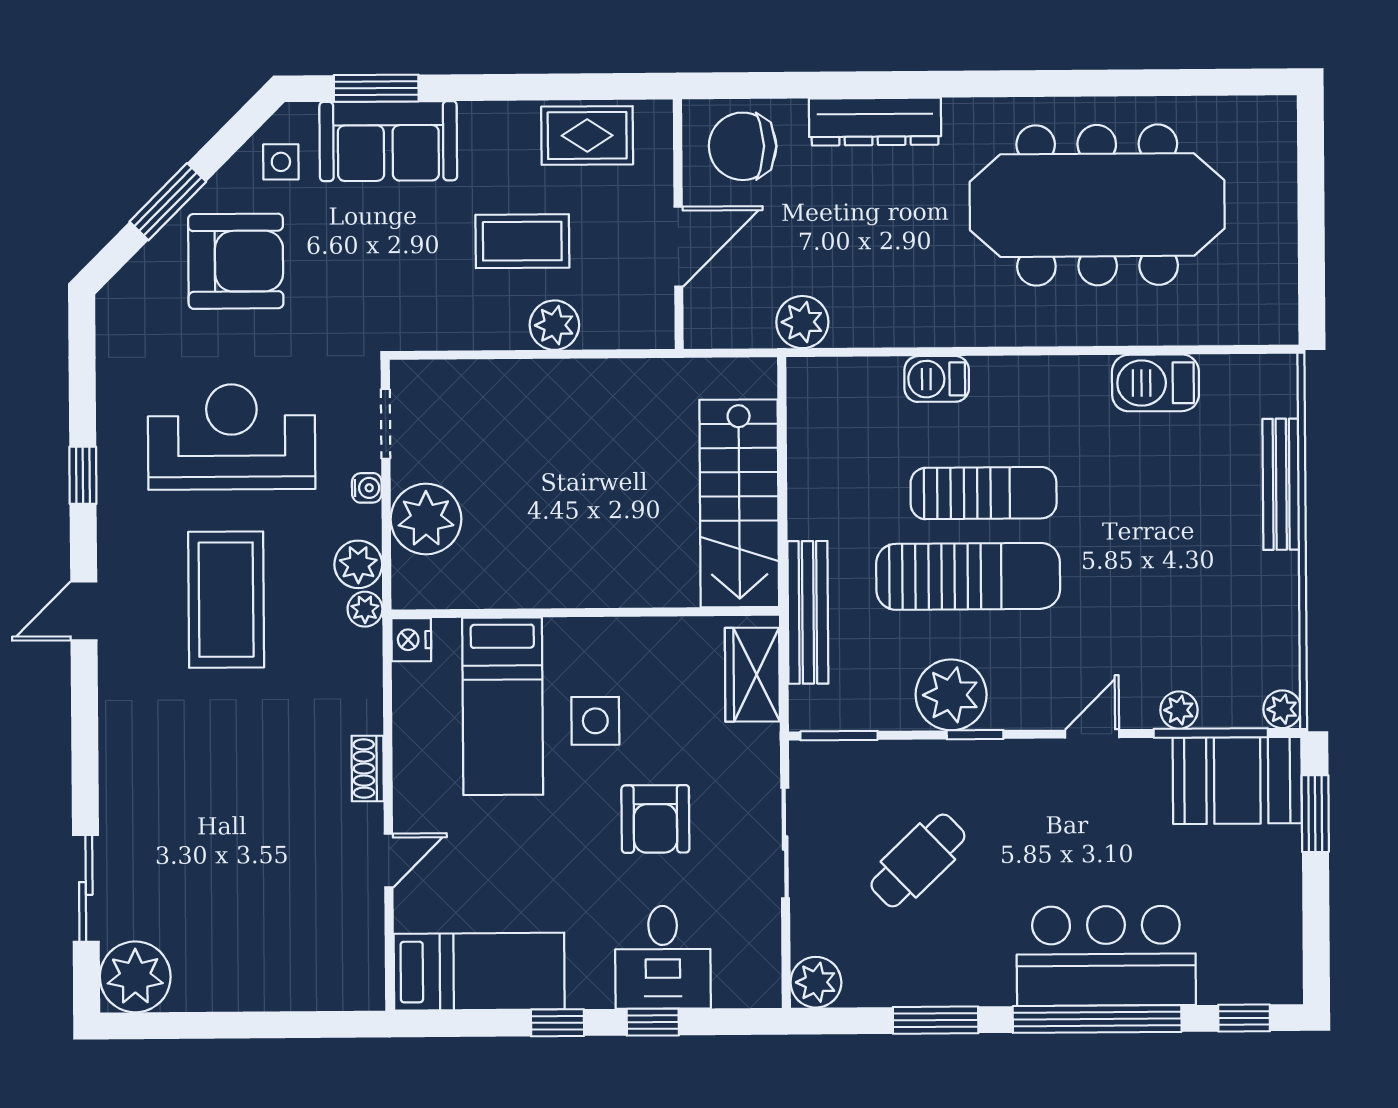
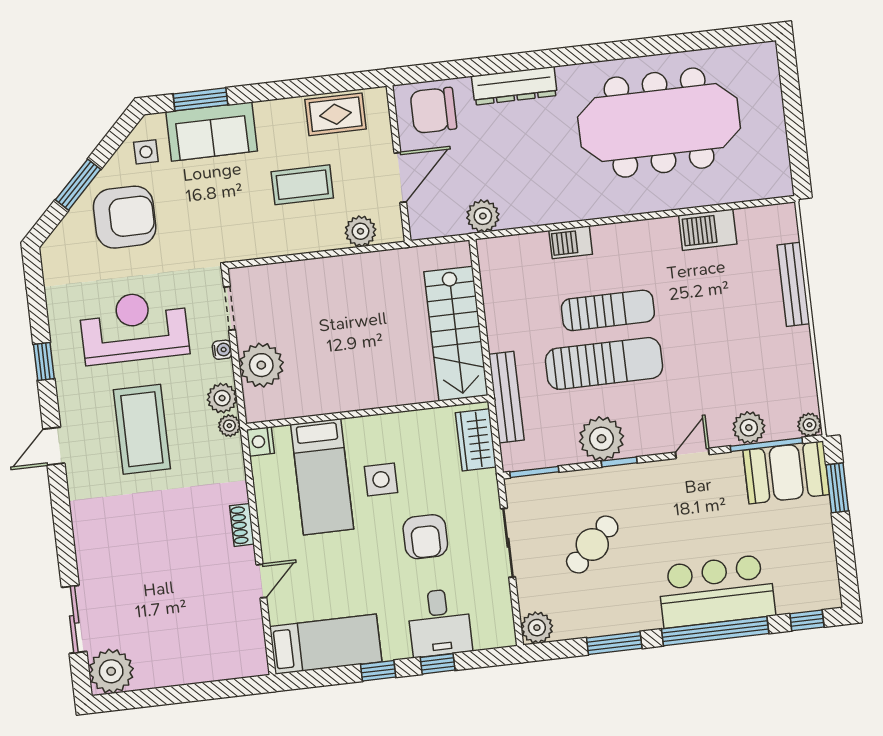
plant: (554, 325) -> (360, 231), moved
plant: (1179, 710) -> (749, 428), width x1.38, depth x1.38

